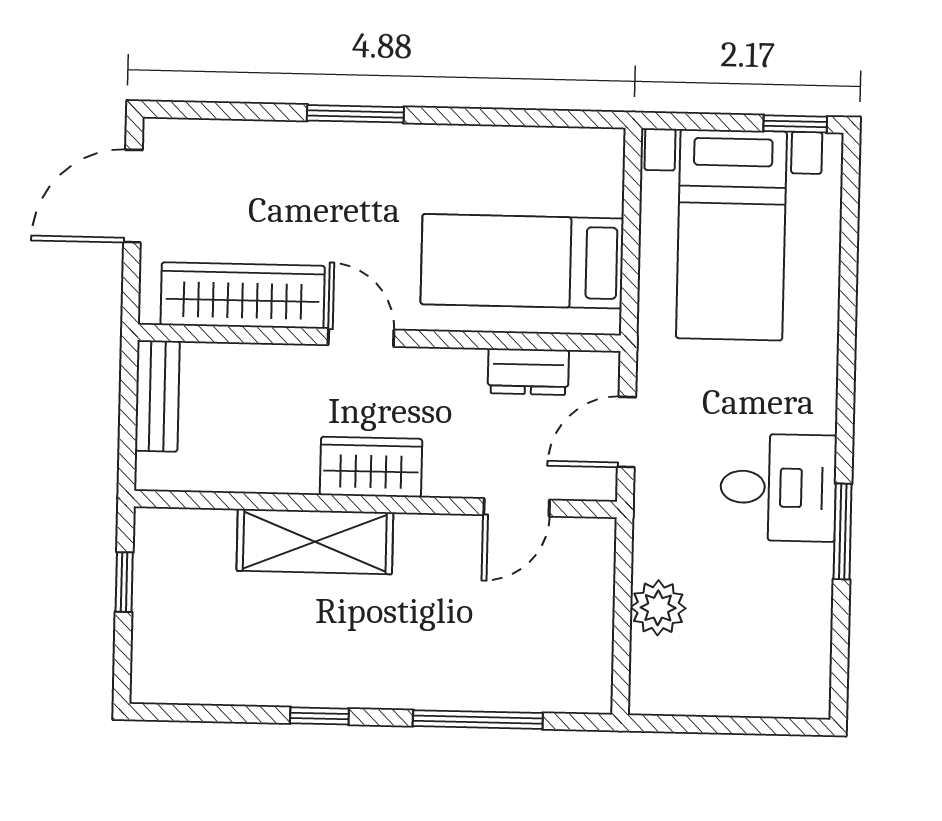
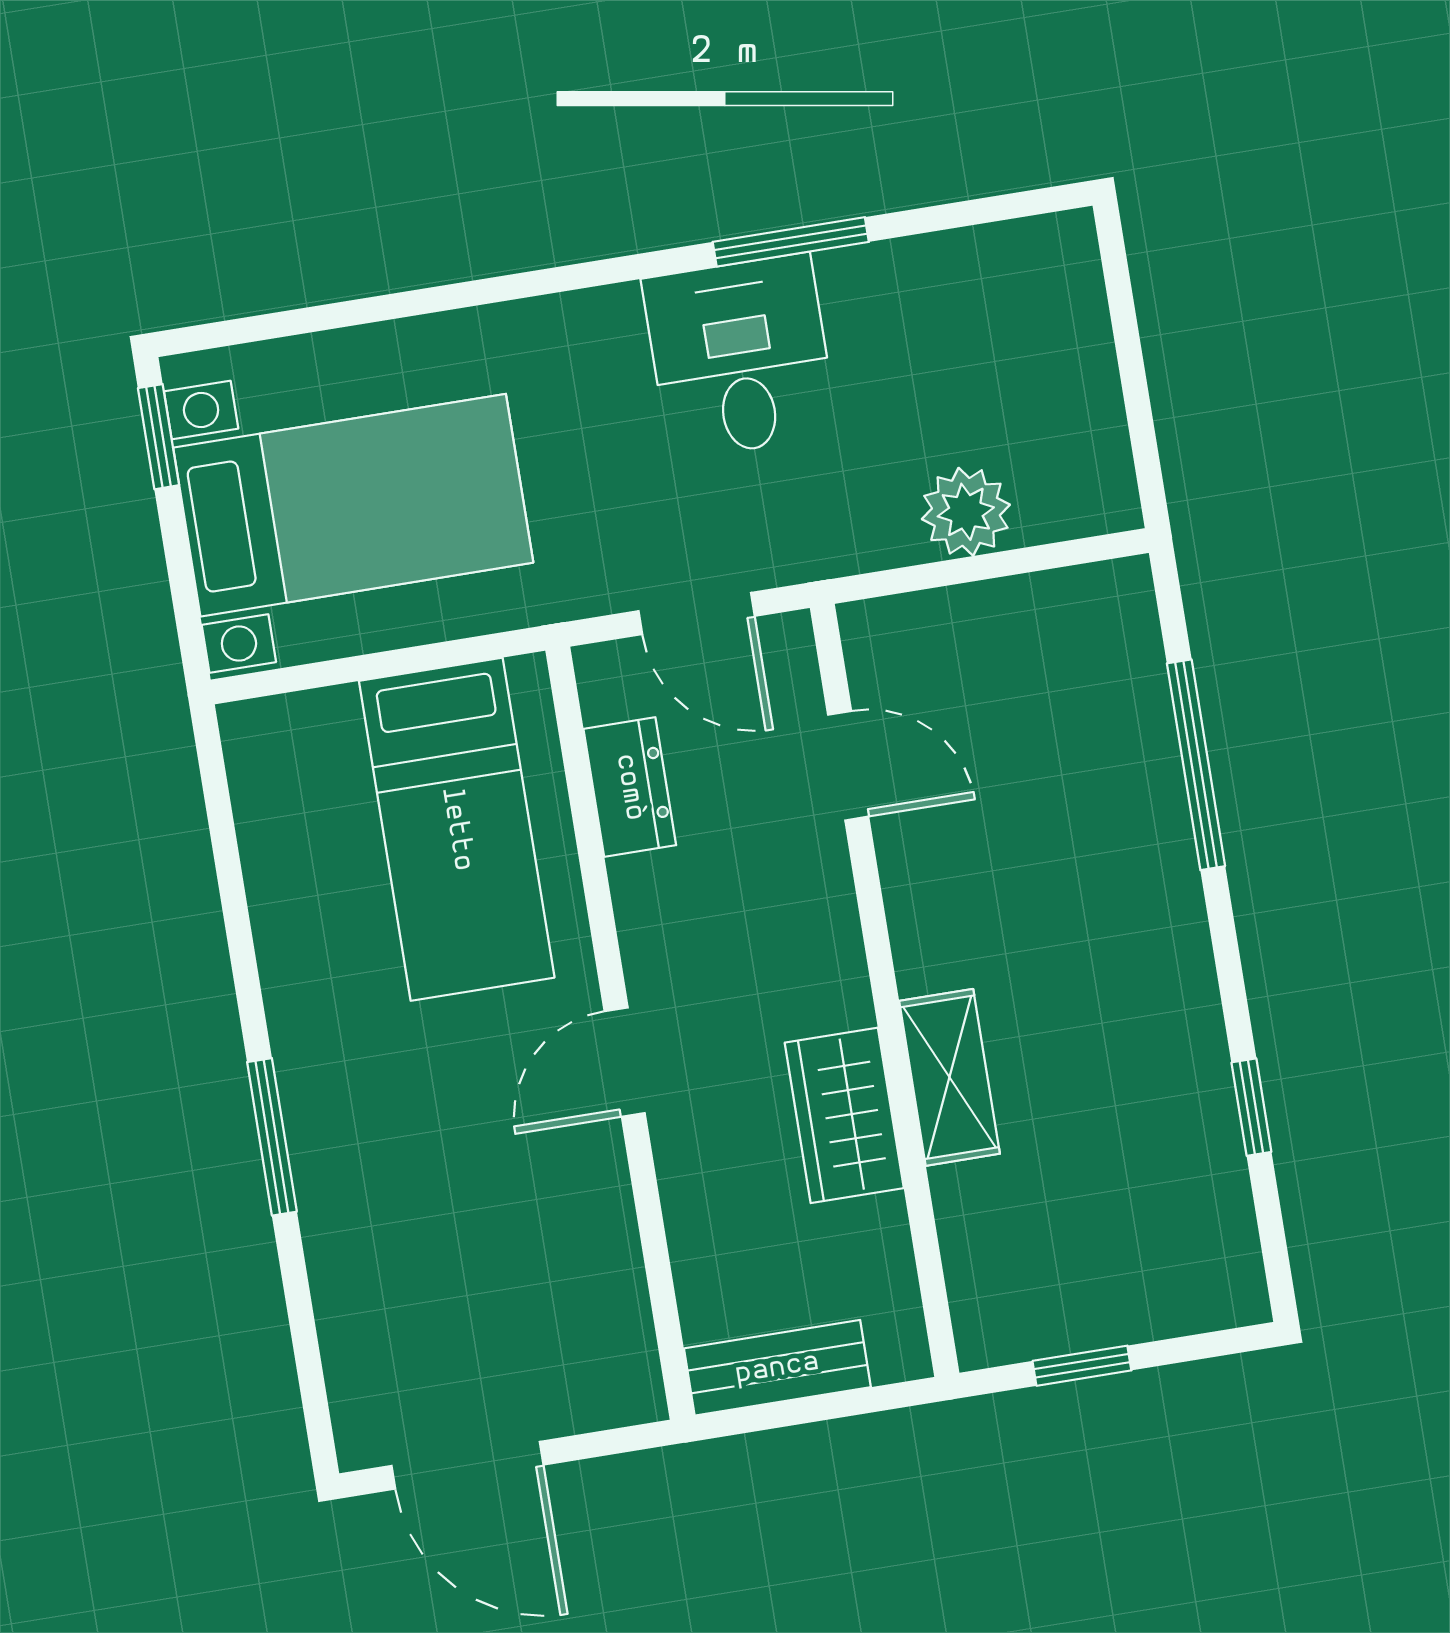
wardrobe: (243, 295) -> (593, 1262), removed
wardrobe: (371, 467) -> (844, 1115), moved
shelving: (315, 542) -> (949, 1077), width x0.67, depth x0.75
window: (319, 716) -> (1251, 1107), moved

